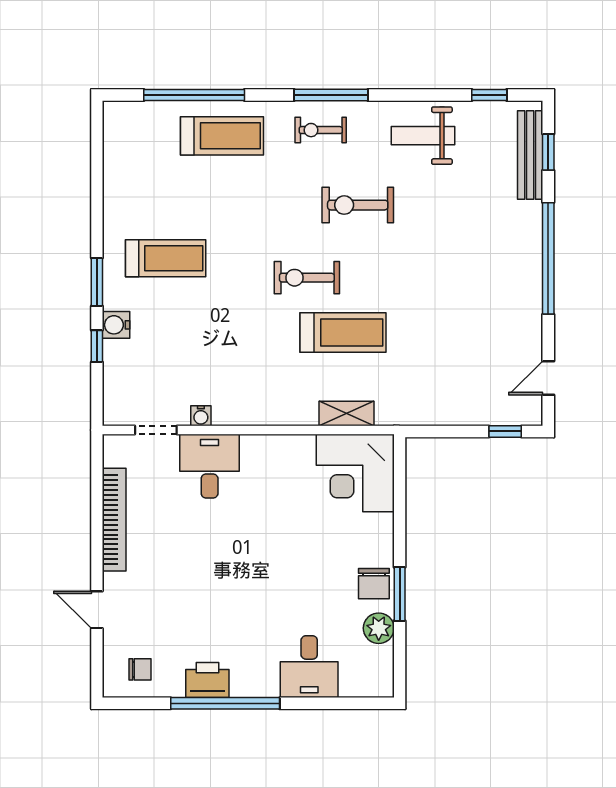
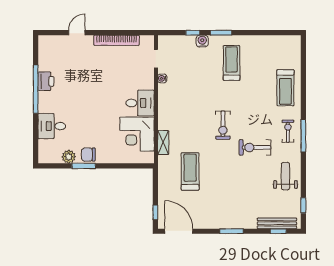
window: (194, 95) -> (303, 75), removed
exercise bike: (358, 205) -> (255, 147), turned -90
treadmill: (166, 258) -> (232, 63), turned 180
window: (548, 258) -> (231, 231), width x0.47
exercise bike: (307, 278) -> (223, 125), turned 180
treadmill: (343, 333) -> (190, 171), moved, turned 180
door: (548, 378) -> (179, 231), width x1.87
desk: (210, 466) -> (140, 103), moved
corner desk: (355, 473) -> (137, 134), moved, turned -90
chair: (140, 669) -> (51, 52), removed

